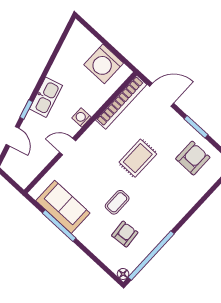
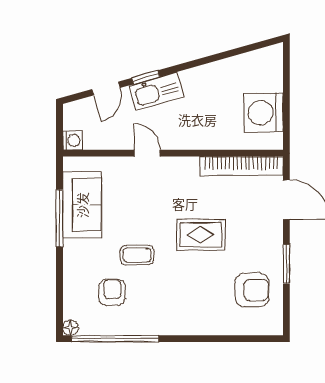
kitchen sink: (46, 97) -> (156, 91), moved
washing machine: (82, 118) -> (72, 140), moved, turned 90
armchair: (125, 234) -> (112, 292), turned -85

